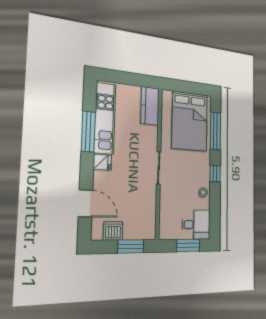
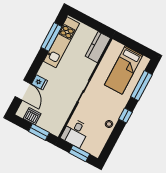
bed: (190, 121) -> (124, 70), width x0.67
window: (88, 131) -> (51, 37), moved
fridge: (102, 162) -> (39, 82), moved
desk: (196, 225) -> (75, 133), moved, turned 90

